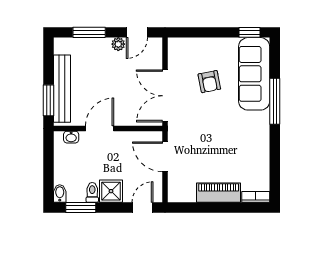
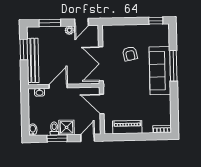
sofa: (254, 74) -> (160, 71), moved
window: (49, 100) -> (24, 50), moved
piano: (219, 193) -> (127, 127), moved
window: (81, 208) -> (57, 138), moved

